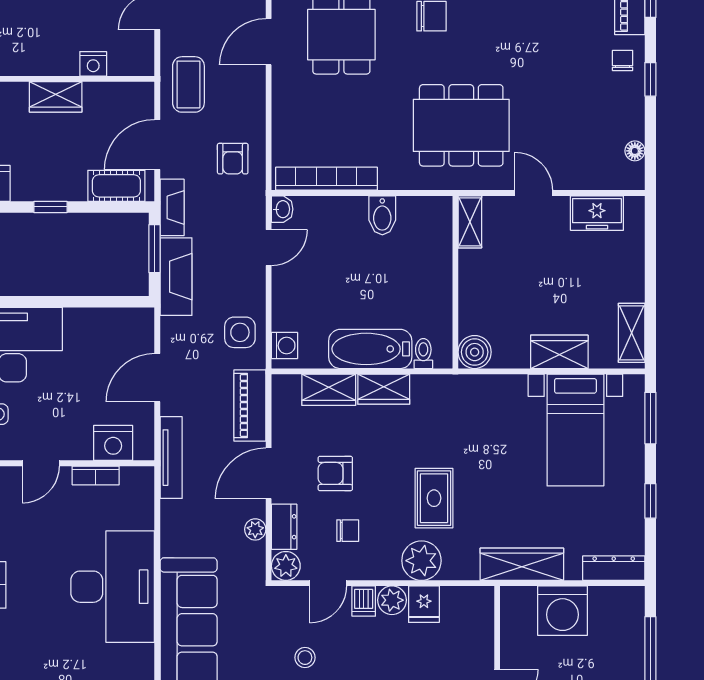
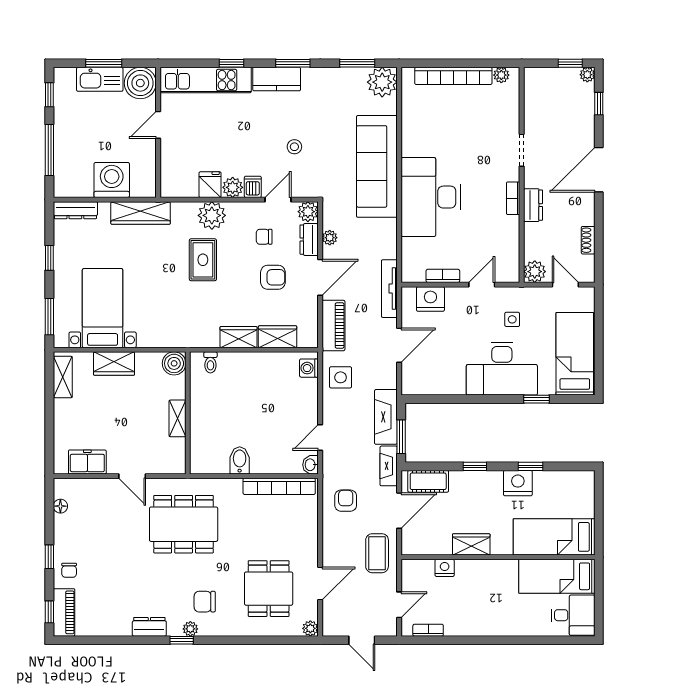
shelving: (470, 222) -> (177, 418), moved
bathtub: (370, 349) -> (248, 366), removed

